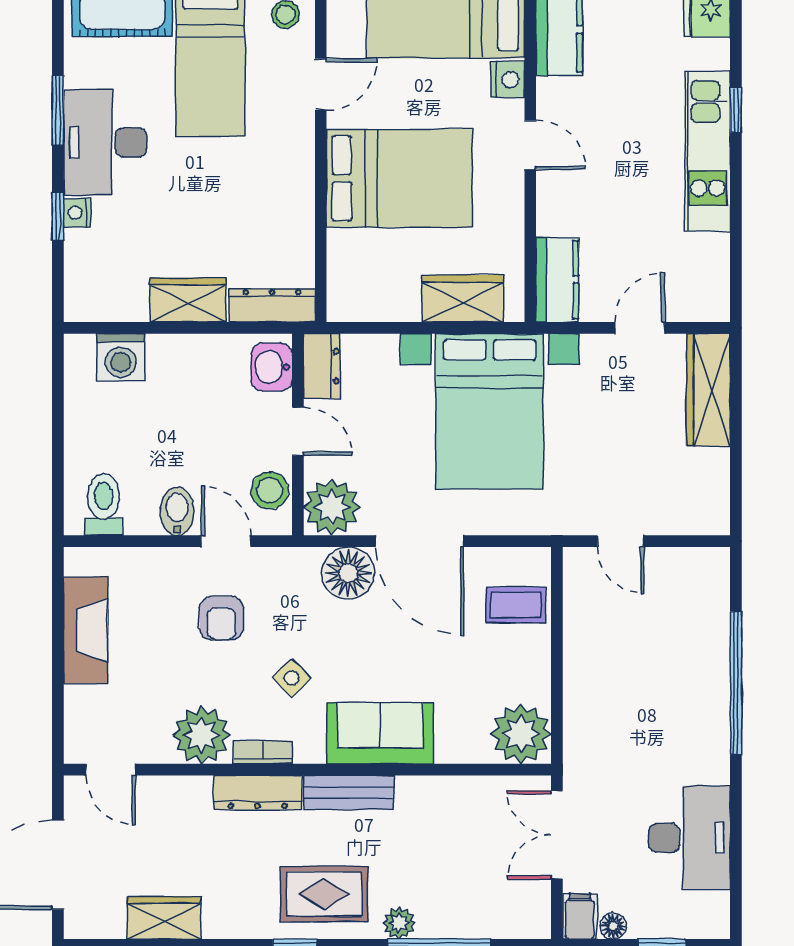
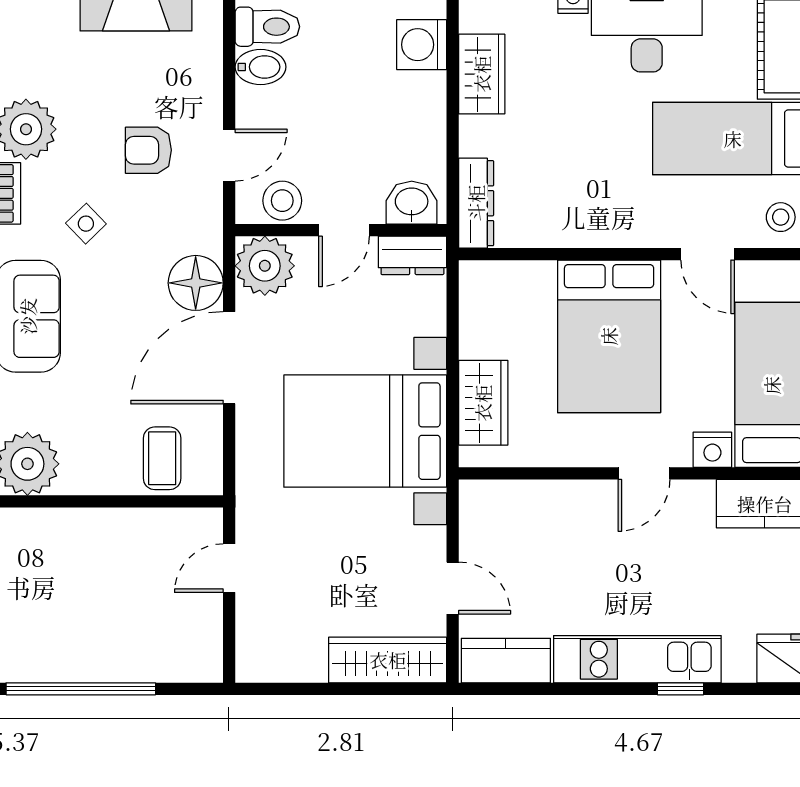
kitchen counter: (557, 280) -> (506, 661), moved, turned 180
wardrobe: (188, 300) -> (482, 74), moved
bidet: (177, 511) -> (261, 67), moved

